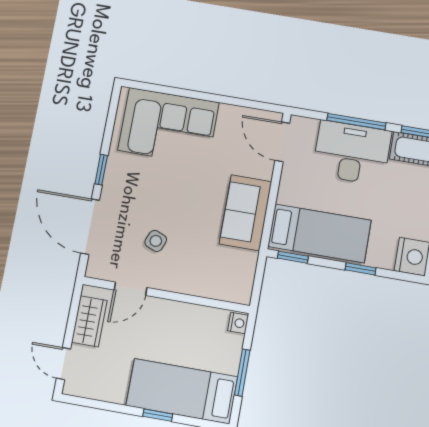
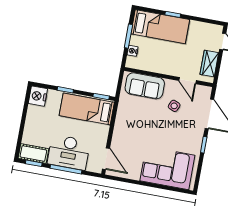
sofa: (245, 213) -> (145, 86), moved, turned 90
door: (130, 289) -> (187, 81), swing flipped
nightstand: (238, 323) -> (133, 51), moved

